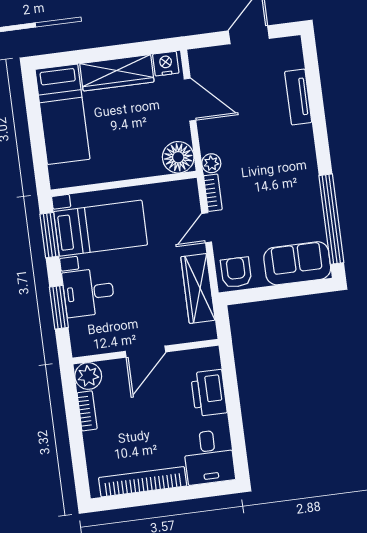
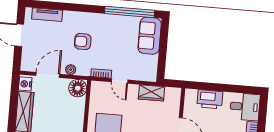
tv unit: (298, 97) -> (47, 15), moved
plant: (211, 163) -> (71, 70), moved
armchair: (236, 272) -> (83, 42), moved
wardrobe: (198, 288) -> (152, 93), width x0.67

